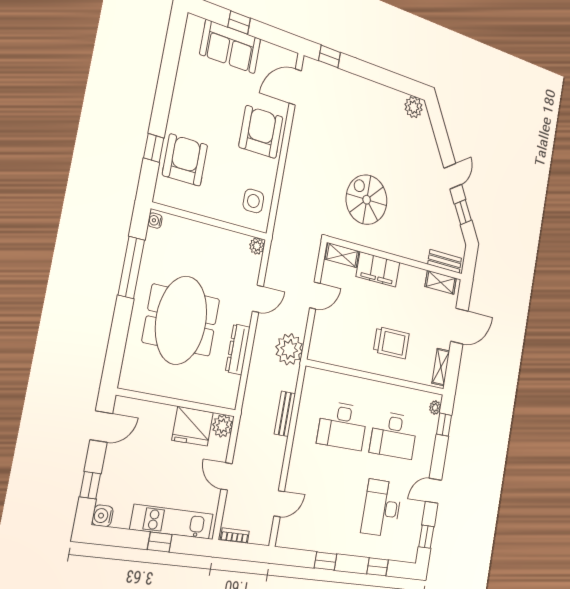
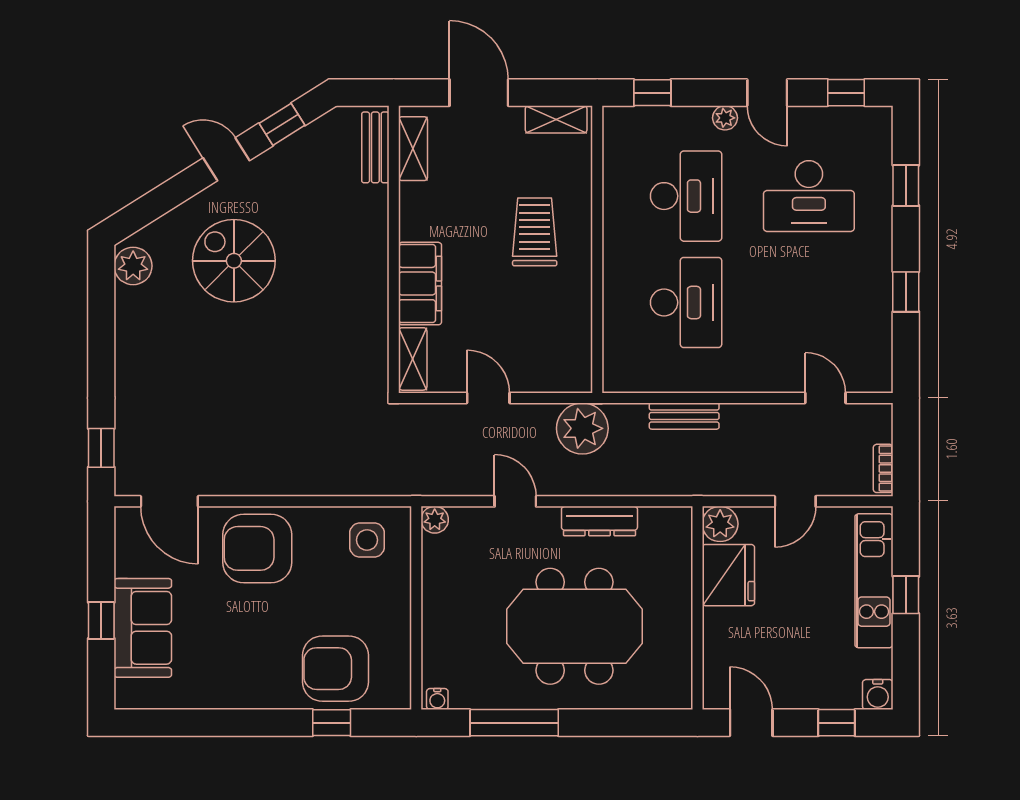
spiral stairs: (367, 200) -> (234, 261), moved, turned 90
plant: (435, 408) -> (725, 118), moved

